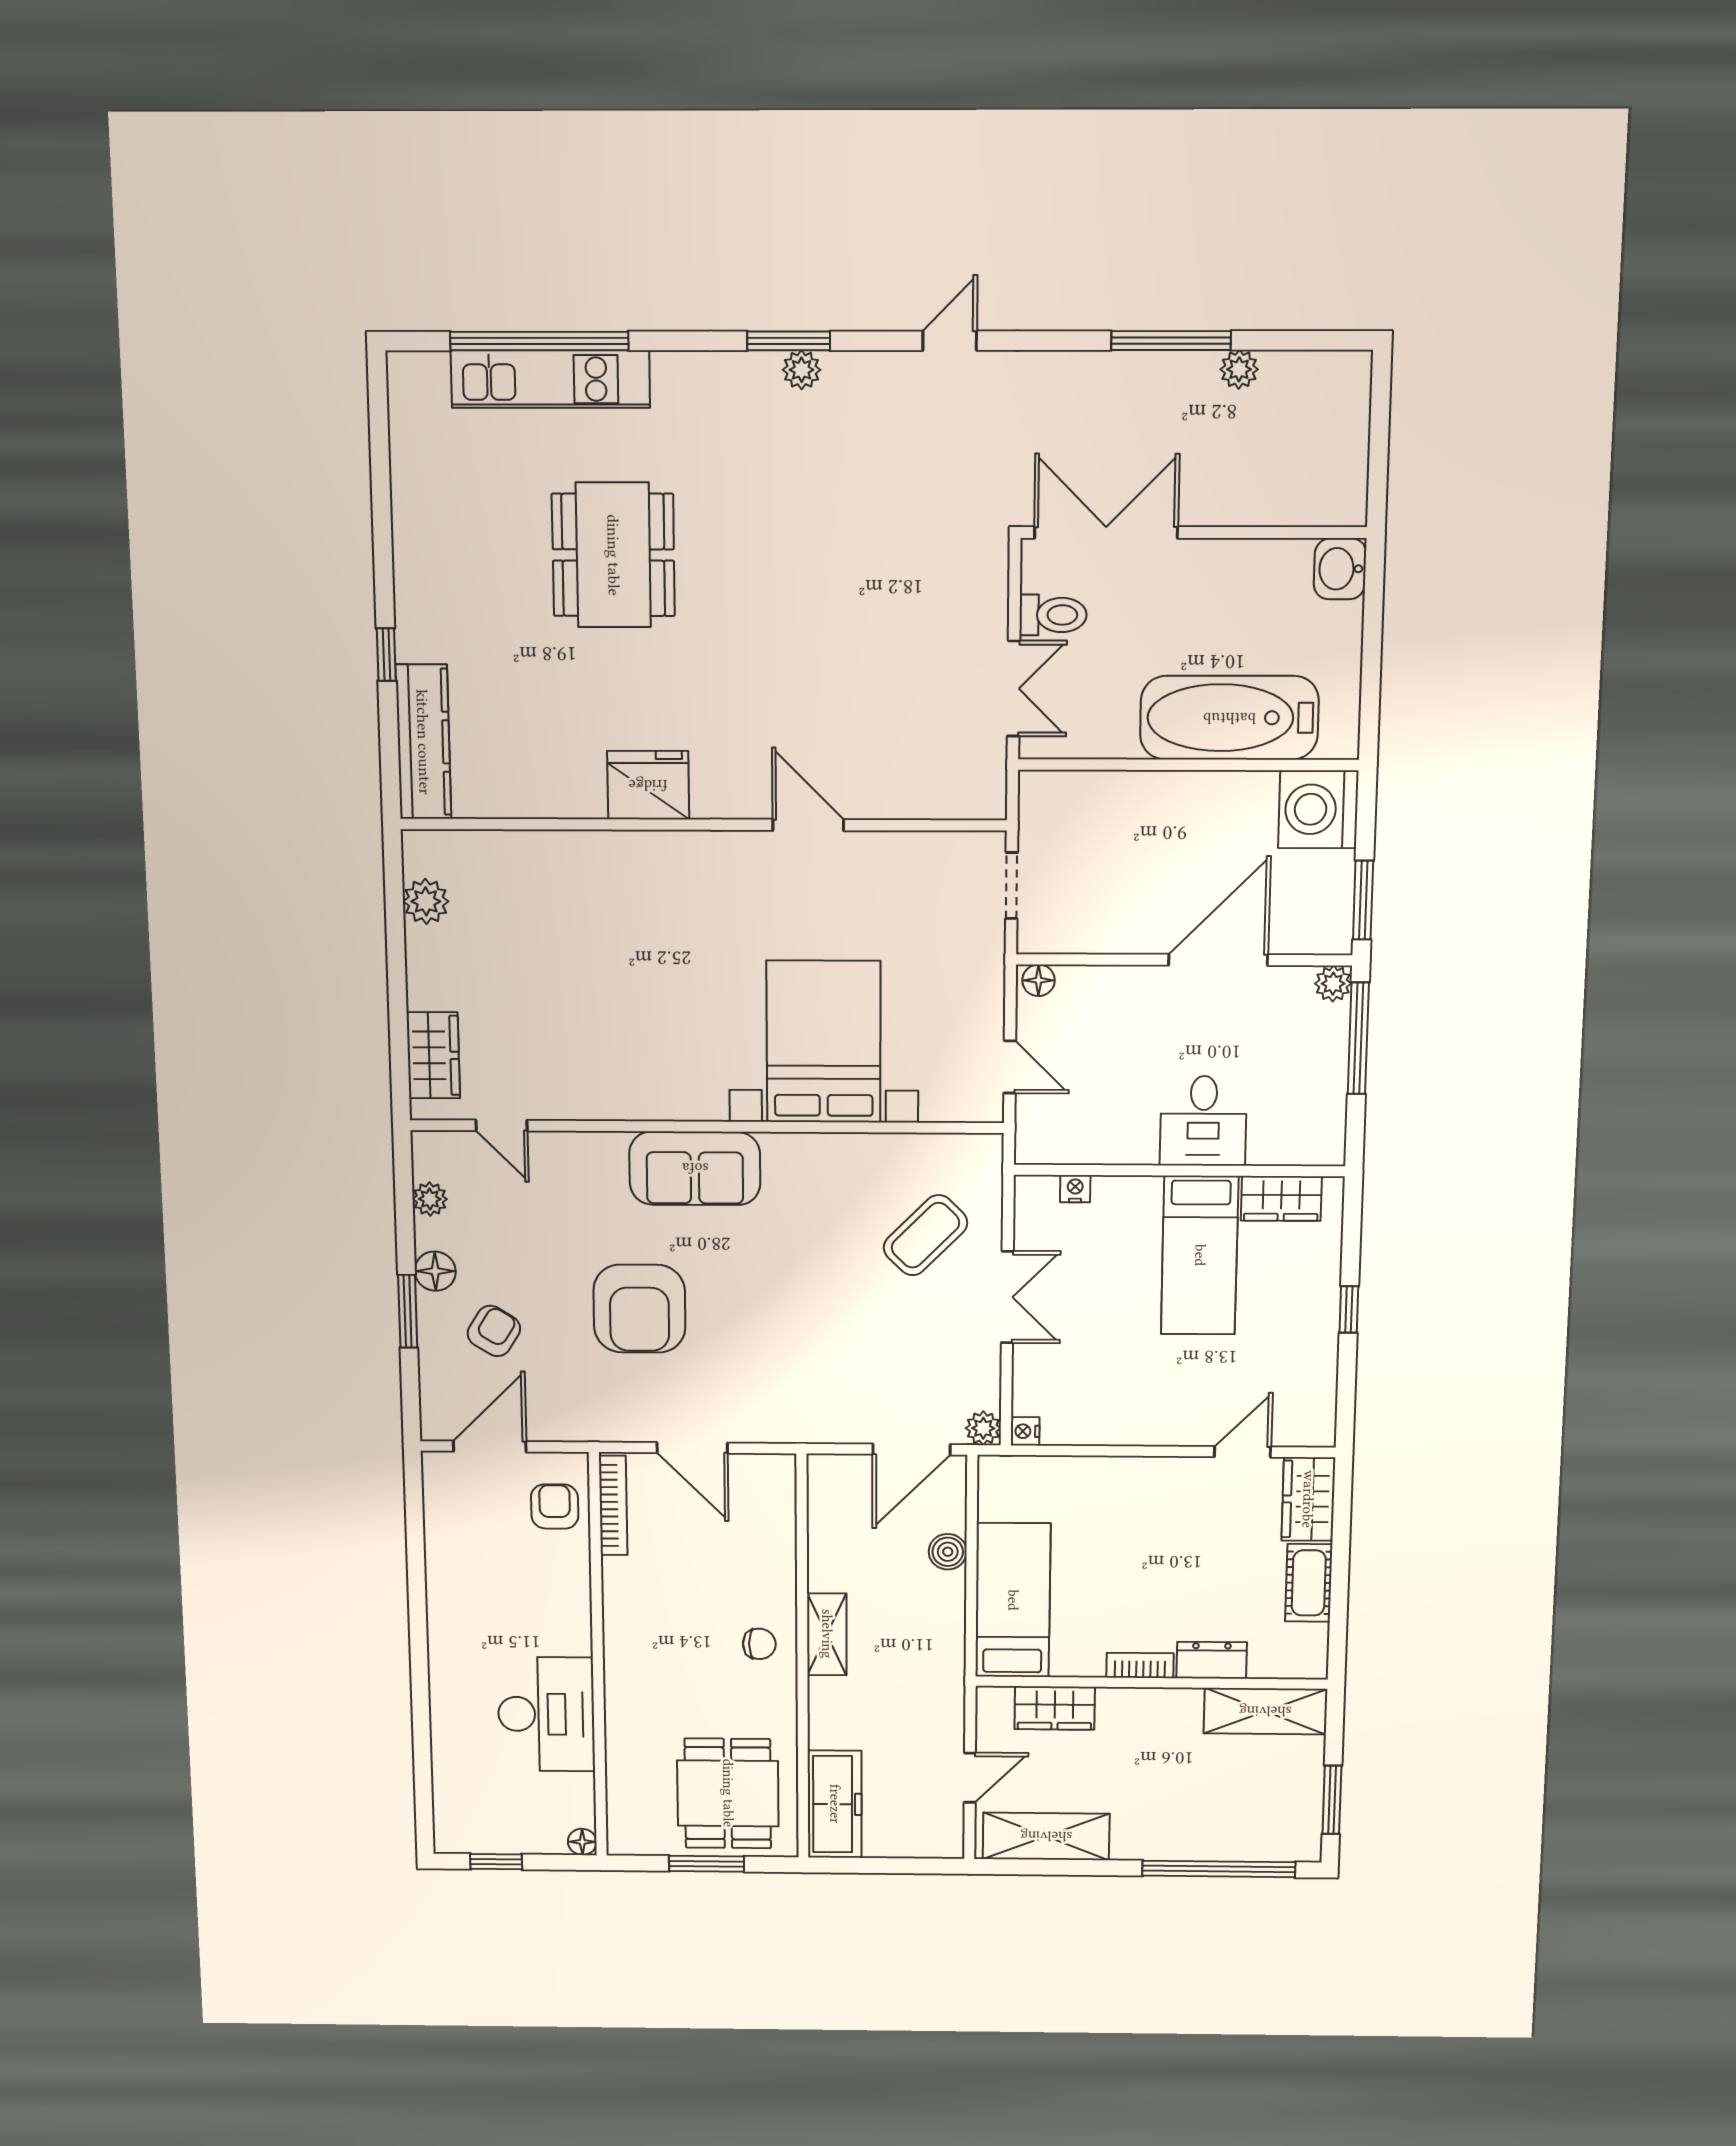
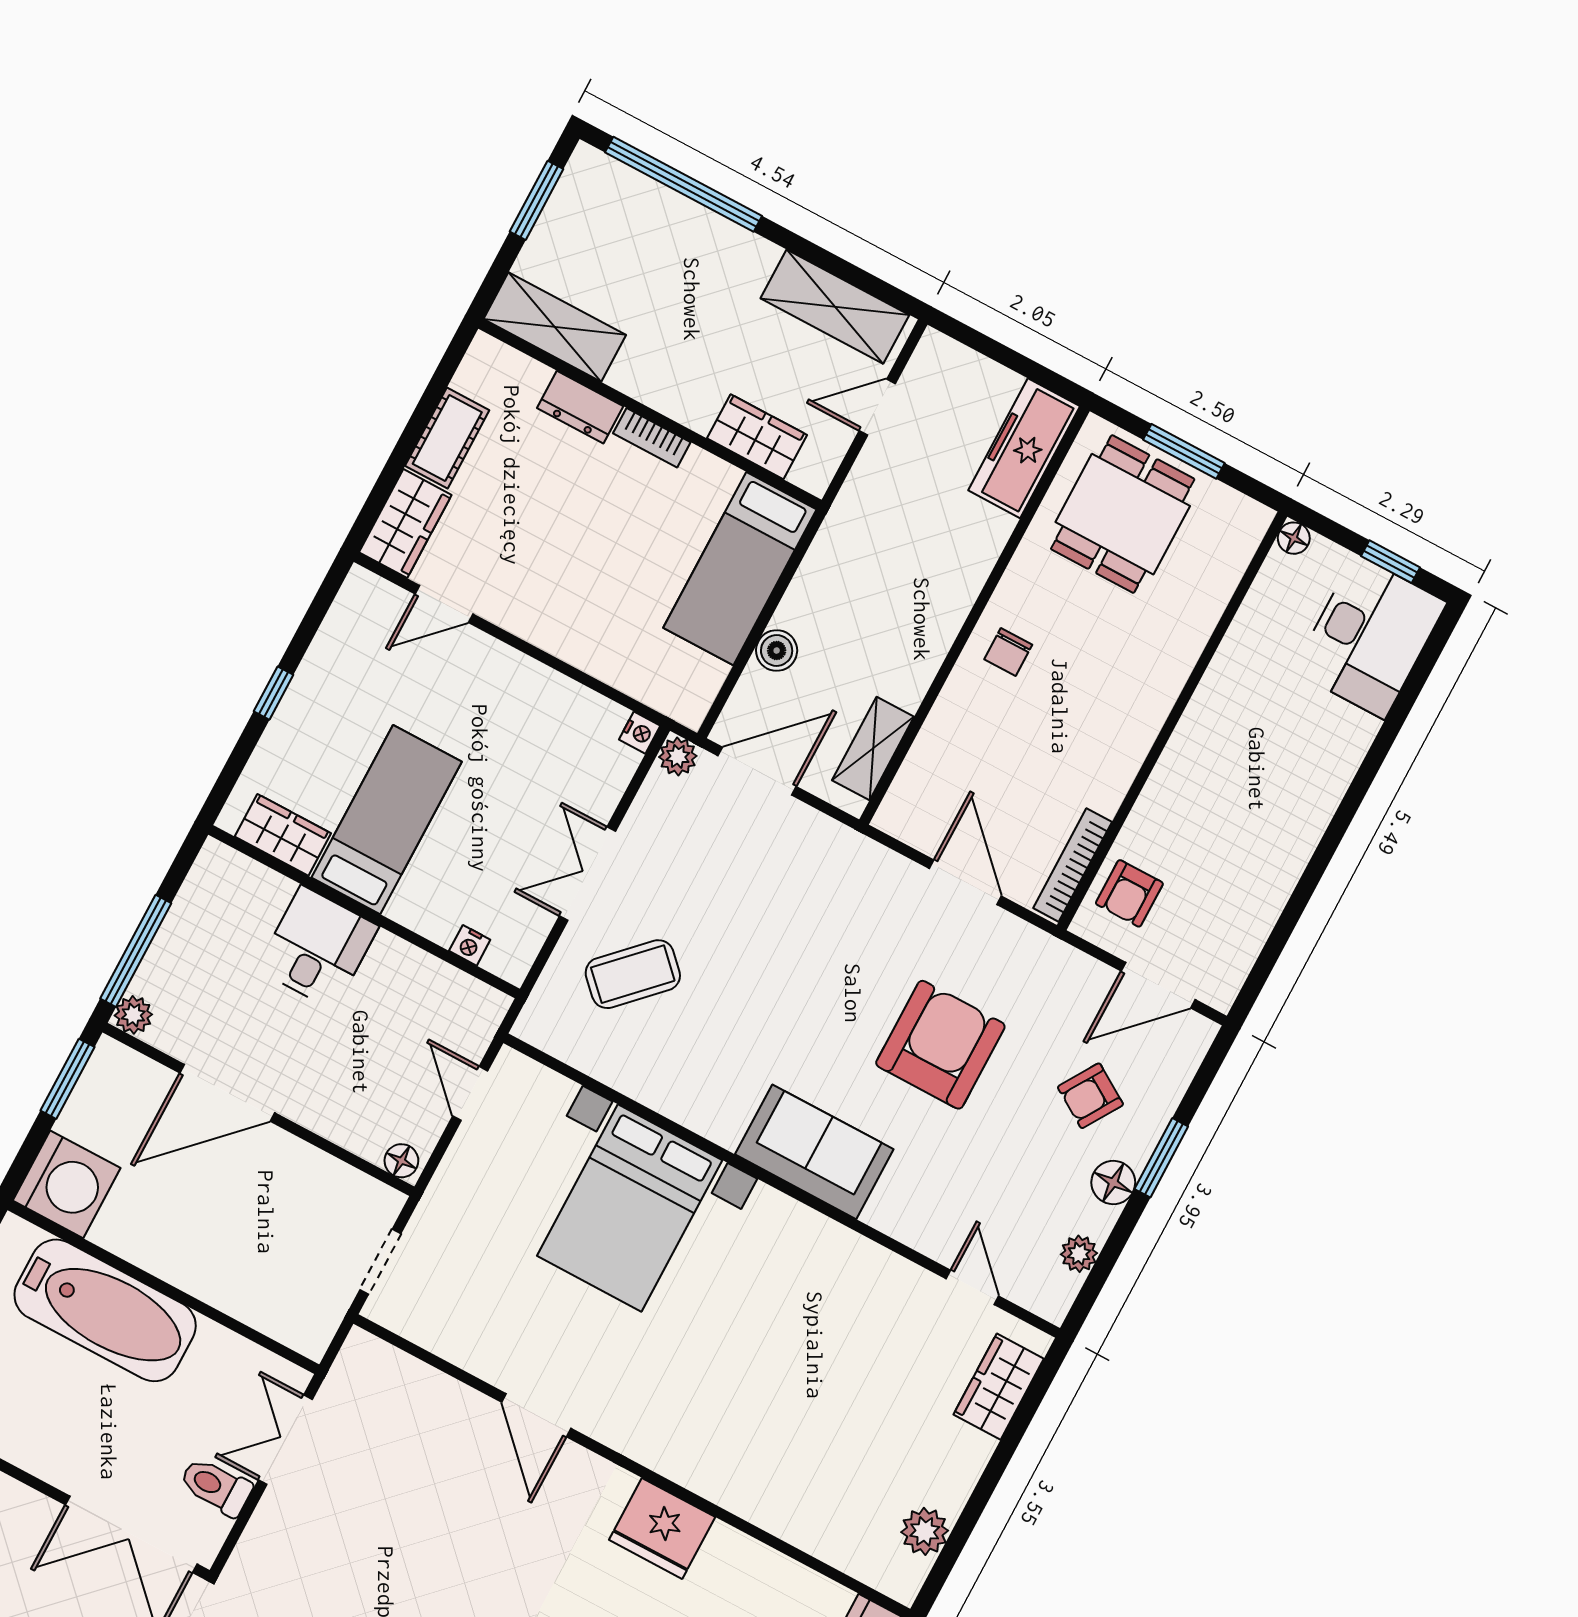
shelving: (827, 1634) -> (873, 748), moved
chair: (759, 1644) -> (1008, 652), turned -90
desk: (546, 1714) -> (1370, 637), moved, turned 180

